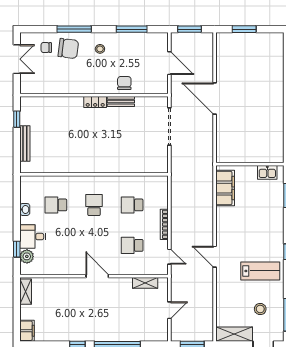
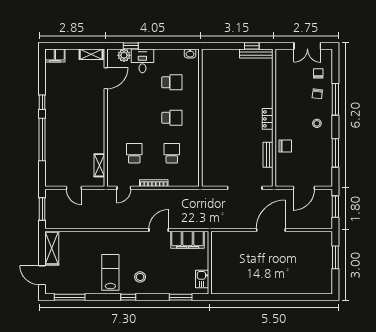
chair: (68, 48) -> (317, 94), width x0.54, depth x0.54
bench: (121, 102) -> (268, 155), moved
bench: (25, 144) -> (256, 53), moved
school desk: (56, 205) -> (172, 82), turned 90
washbasin: (25, 209) -> (190, 53), moved
door: (215, 257) -> (159, 230), moved
lab bench: (260, 271) -> (110, 272), turned 180
door: (97, 276) -> (106, 78), moved
stool: (260, 309) -> (140, 277), moved

